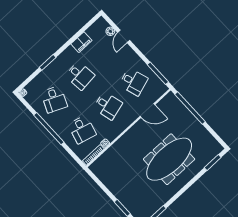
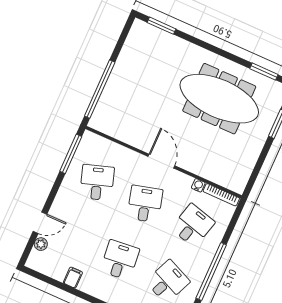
filing cabinet: (81, 42) -> (73, 278), width x0.50
door: (147, 110) -> (161, 161), moved
meeting table: (169, 159) -> (219, 99), moved

